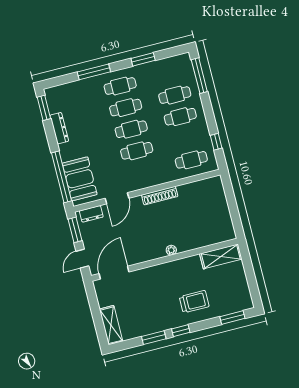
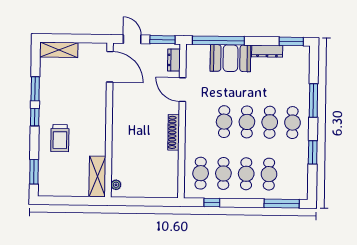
cafe table: (186, 138) -> (223, 173), added
booth: (80, 179) -> (230, 58), moved
plant: (171, 250) -> (116, 185), moved

